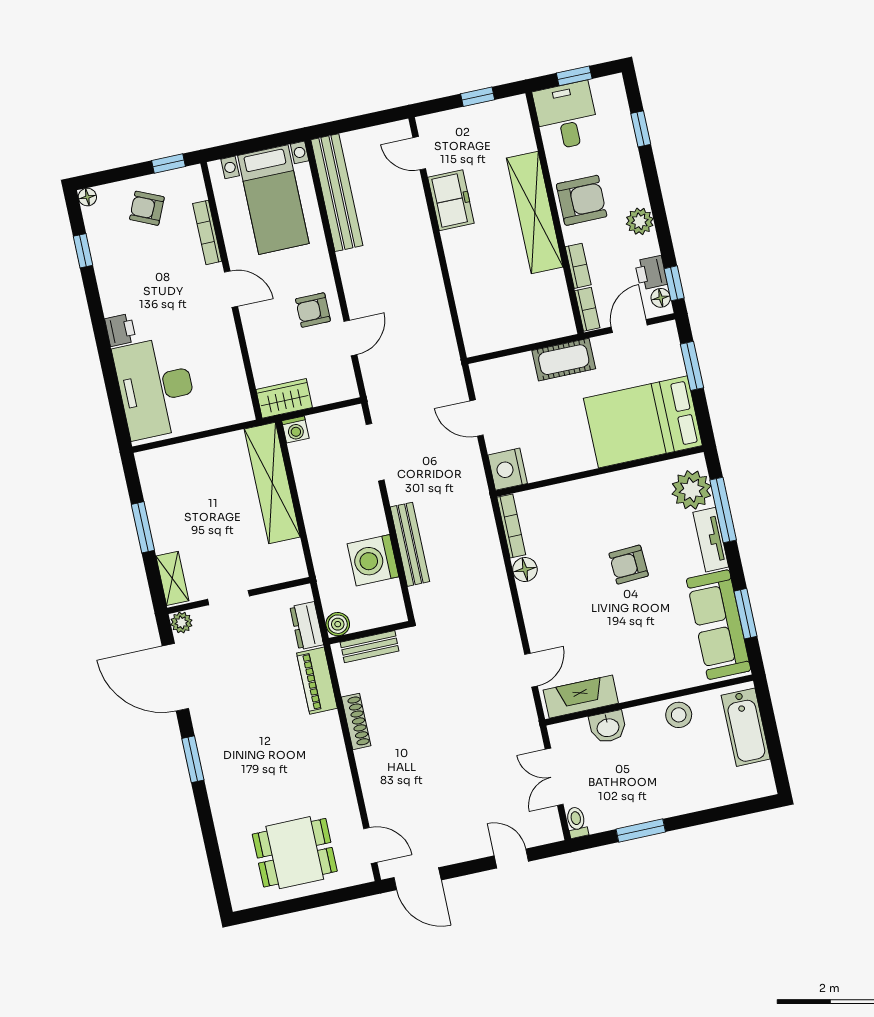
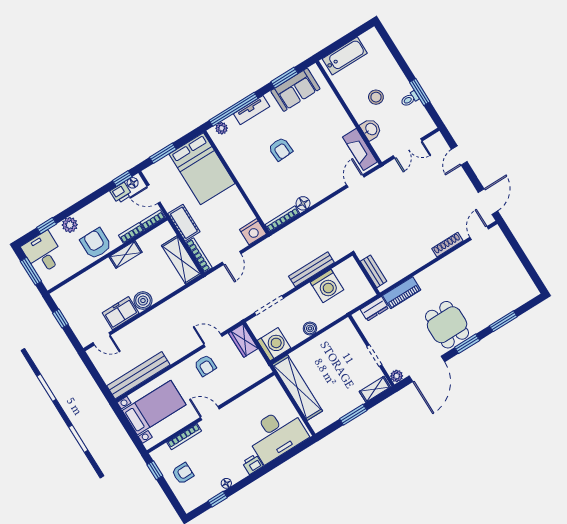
window: (574, 76) -> (31, 271), width x1.50
desk: (566, 116) -> (43, 253), moved, turned 90
door: (419, 153) -> (102, 339), hinge flipped
floor lamp: (87, 197) -> (226, 483), moved
armchair: (147, 208) -> (183, 473), turned -114
shelving: (535, 213) -> (126, 255), width x0.45, depth x0.75
plant: (640, 221) -> (70, 225), moved
boiler: (458, 245) -> (143, 301), added
door: (231, 289) -> (210, 413), hinge flipped
shelving: (503, 333) -> (181, 260), added
bookcase: (501, 365) -> (199, 255), added
wardrobe: (284, 398) -> (243, 341), moved
washing machine: (295, 430) -> (274, 344), width x1.89, depth x1.89
shelving: (272, 483) -> (297, 388), moved, turned 90
plant: (691, 490) -> (222, 128), width x0.53, depth x0.53
window: (723, 510) -> (234, 109), width x1.46
boiler: (338, 624) -> (310, 328), moved
sofa: (719, 625) -> (295, 90), width x0.73
door: (531, 670) -> (355, 181), hinge flipped
stool: (679, 715) -> (376, 97), moved
shoe rack: (356, 721) -> (447, 245), moved
toilet: (577, 822) -> (410, 99), moved
window: (209, 833) -> (503, 321), added
dining table: (295, 853) -> (447, 325), moved

